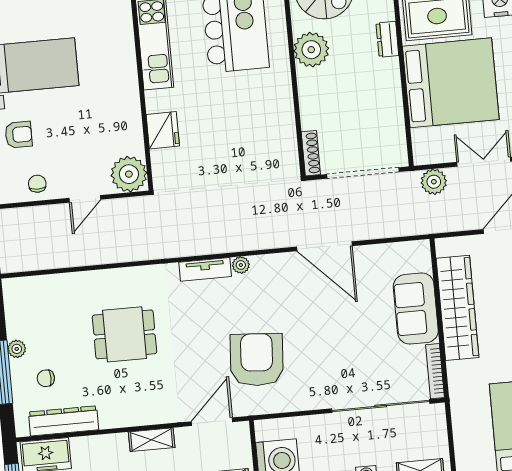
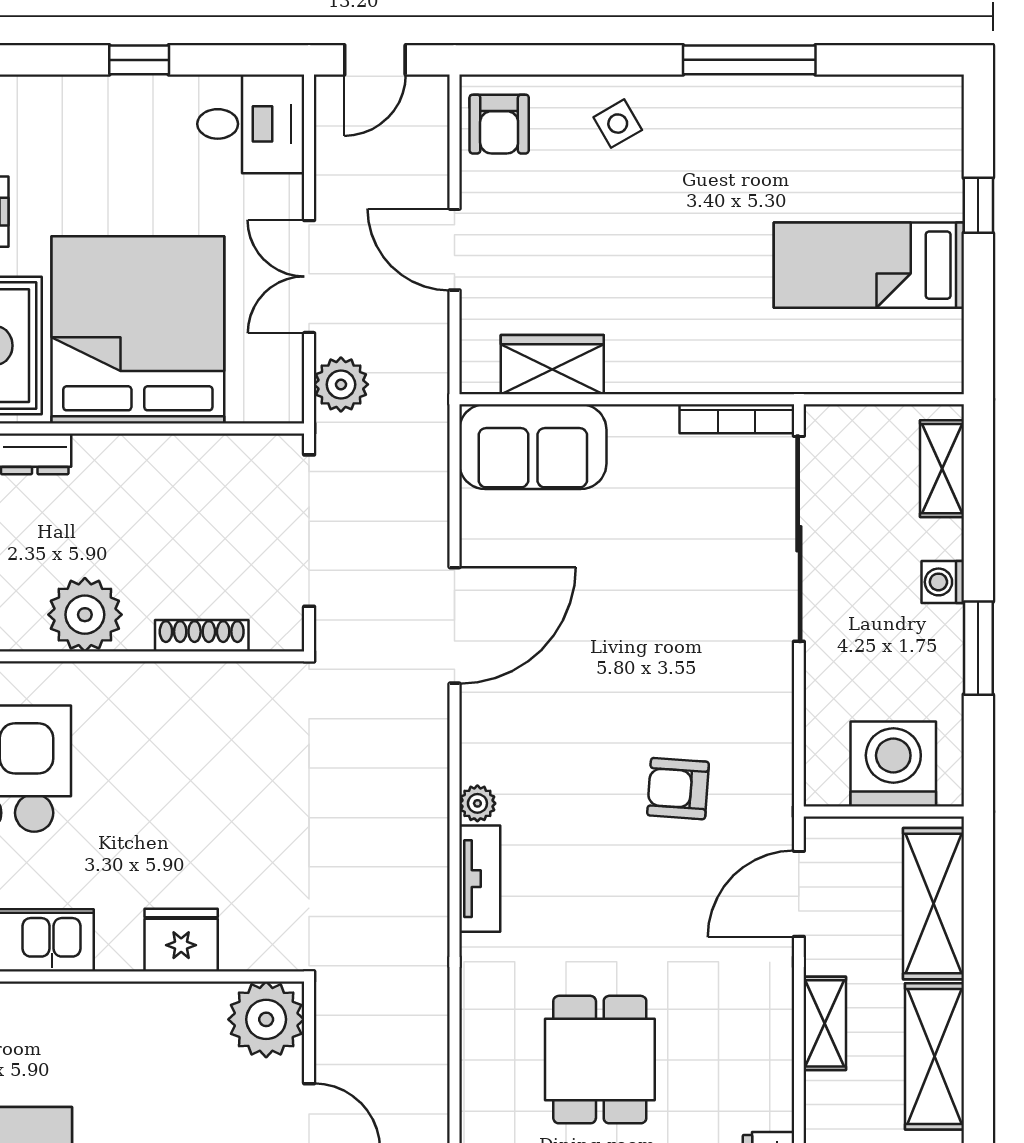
plant: (311, 50) -> (85, 615), moved
shoe rack: (311, 153) -> (202, 636), moved
wardrobe: (457, 308) -> (552, 365), width x0.48, depth x0.85
sofa: (416, 309) -> (533, 447), moved
armchair: (257, 360) -> (678, 789), width x0.53, depth x0.53
door: (212, 422) -> (799, 894), hinge flipped

